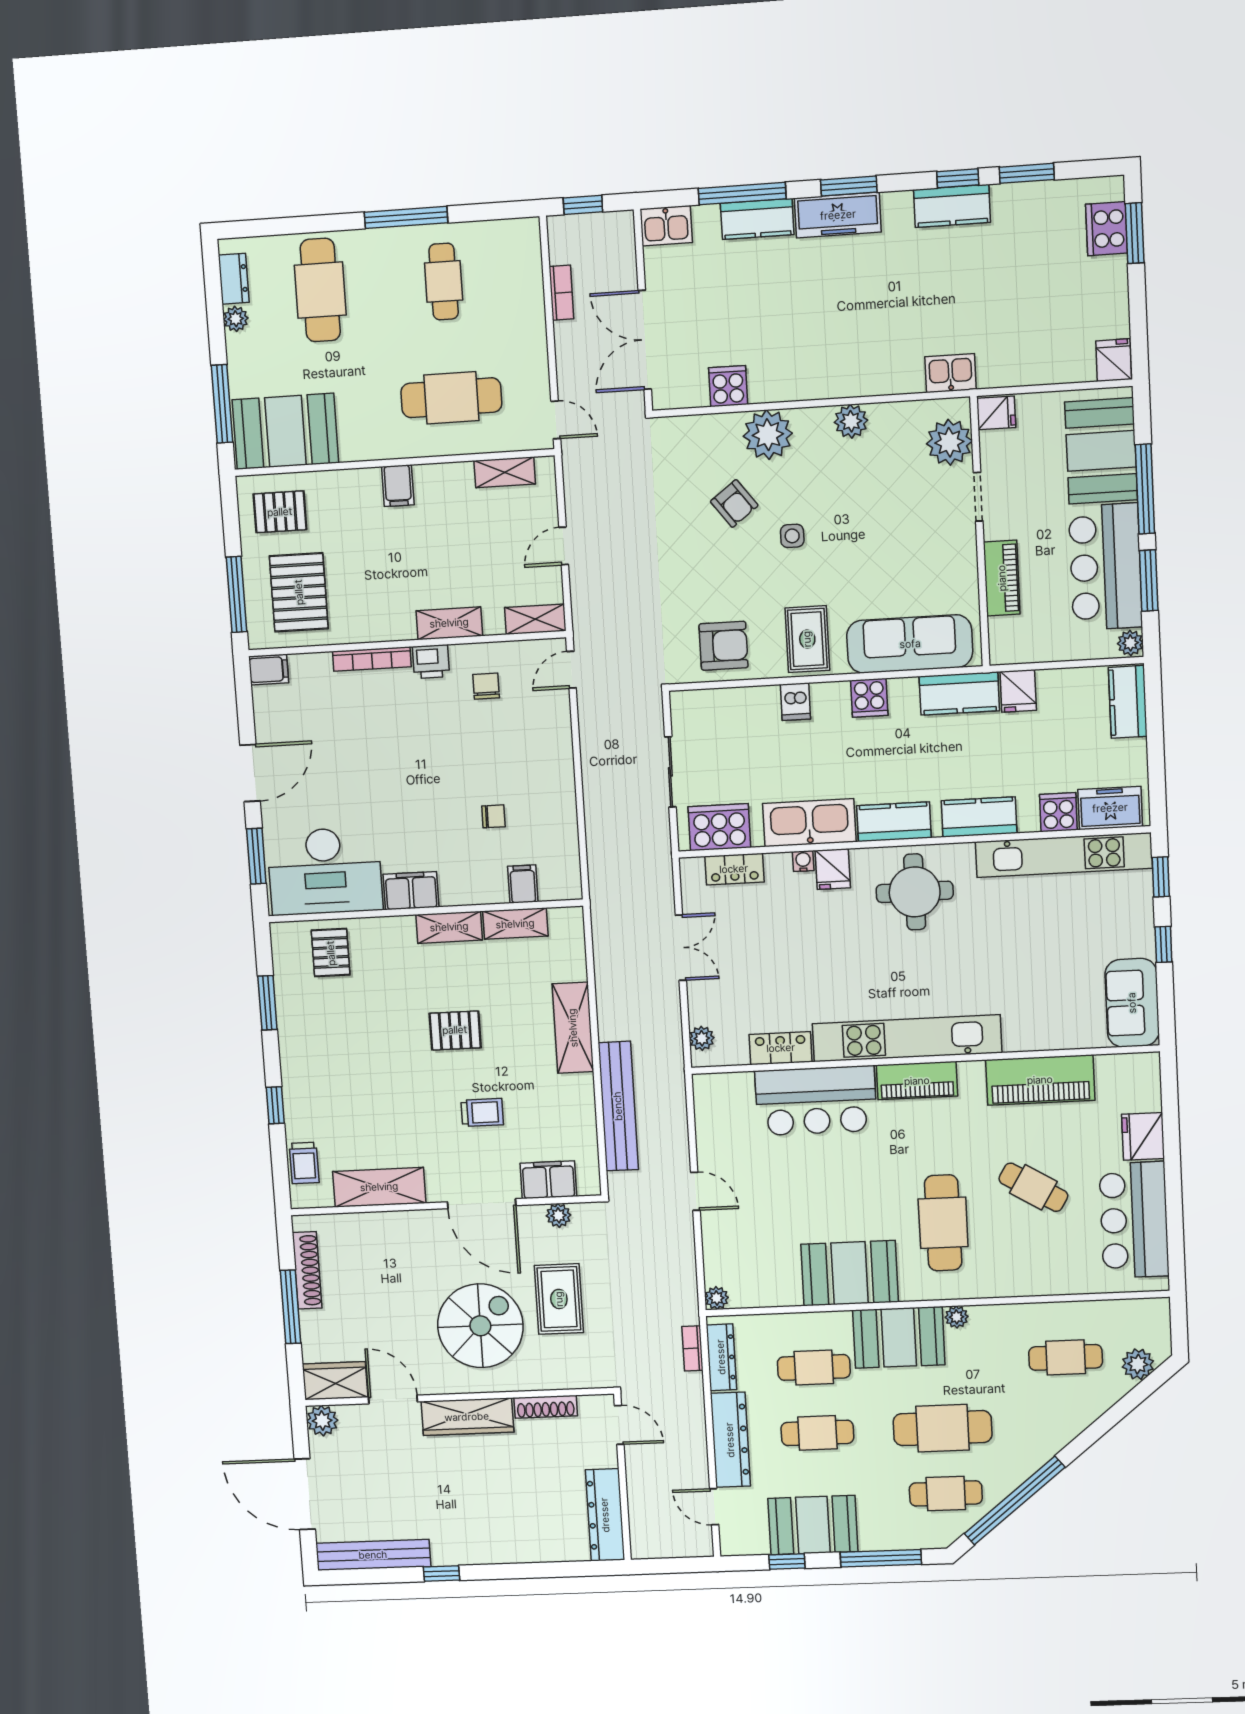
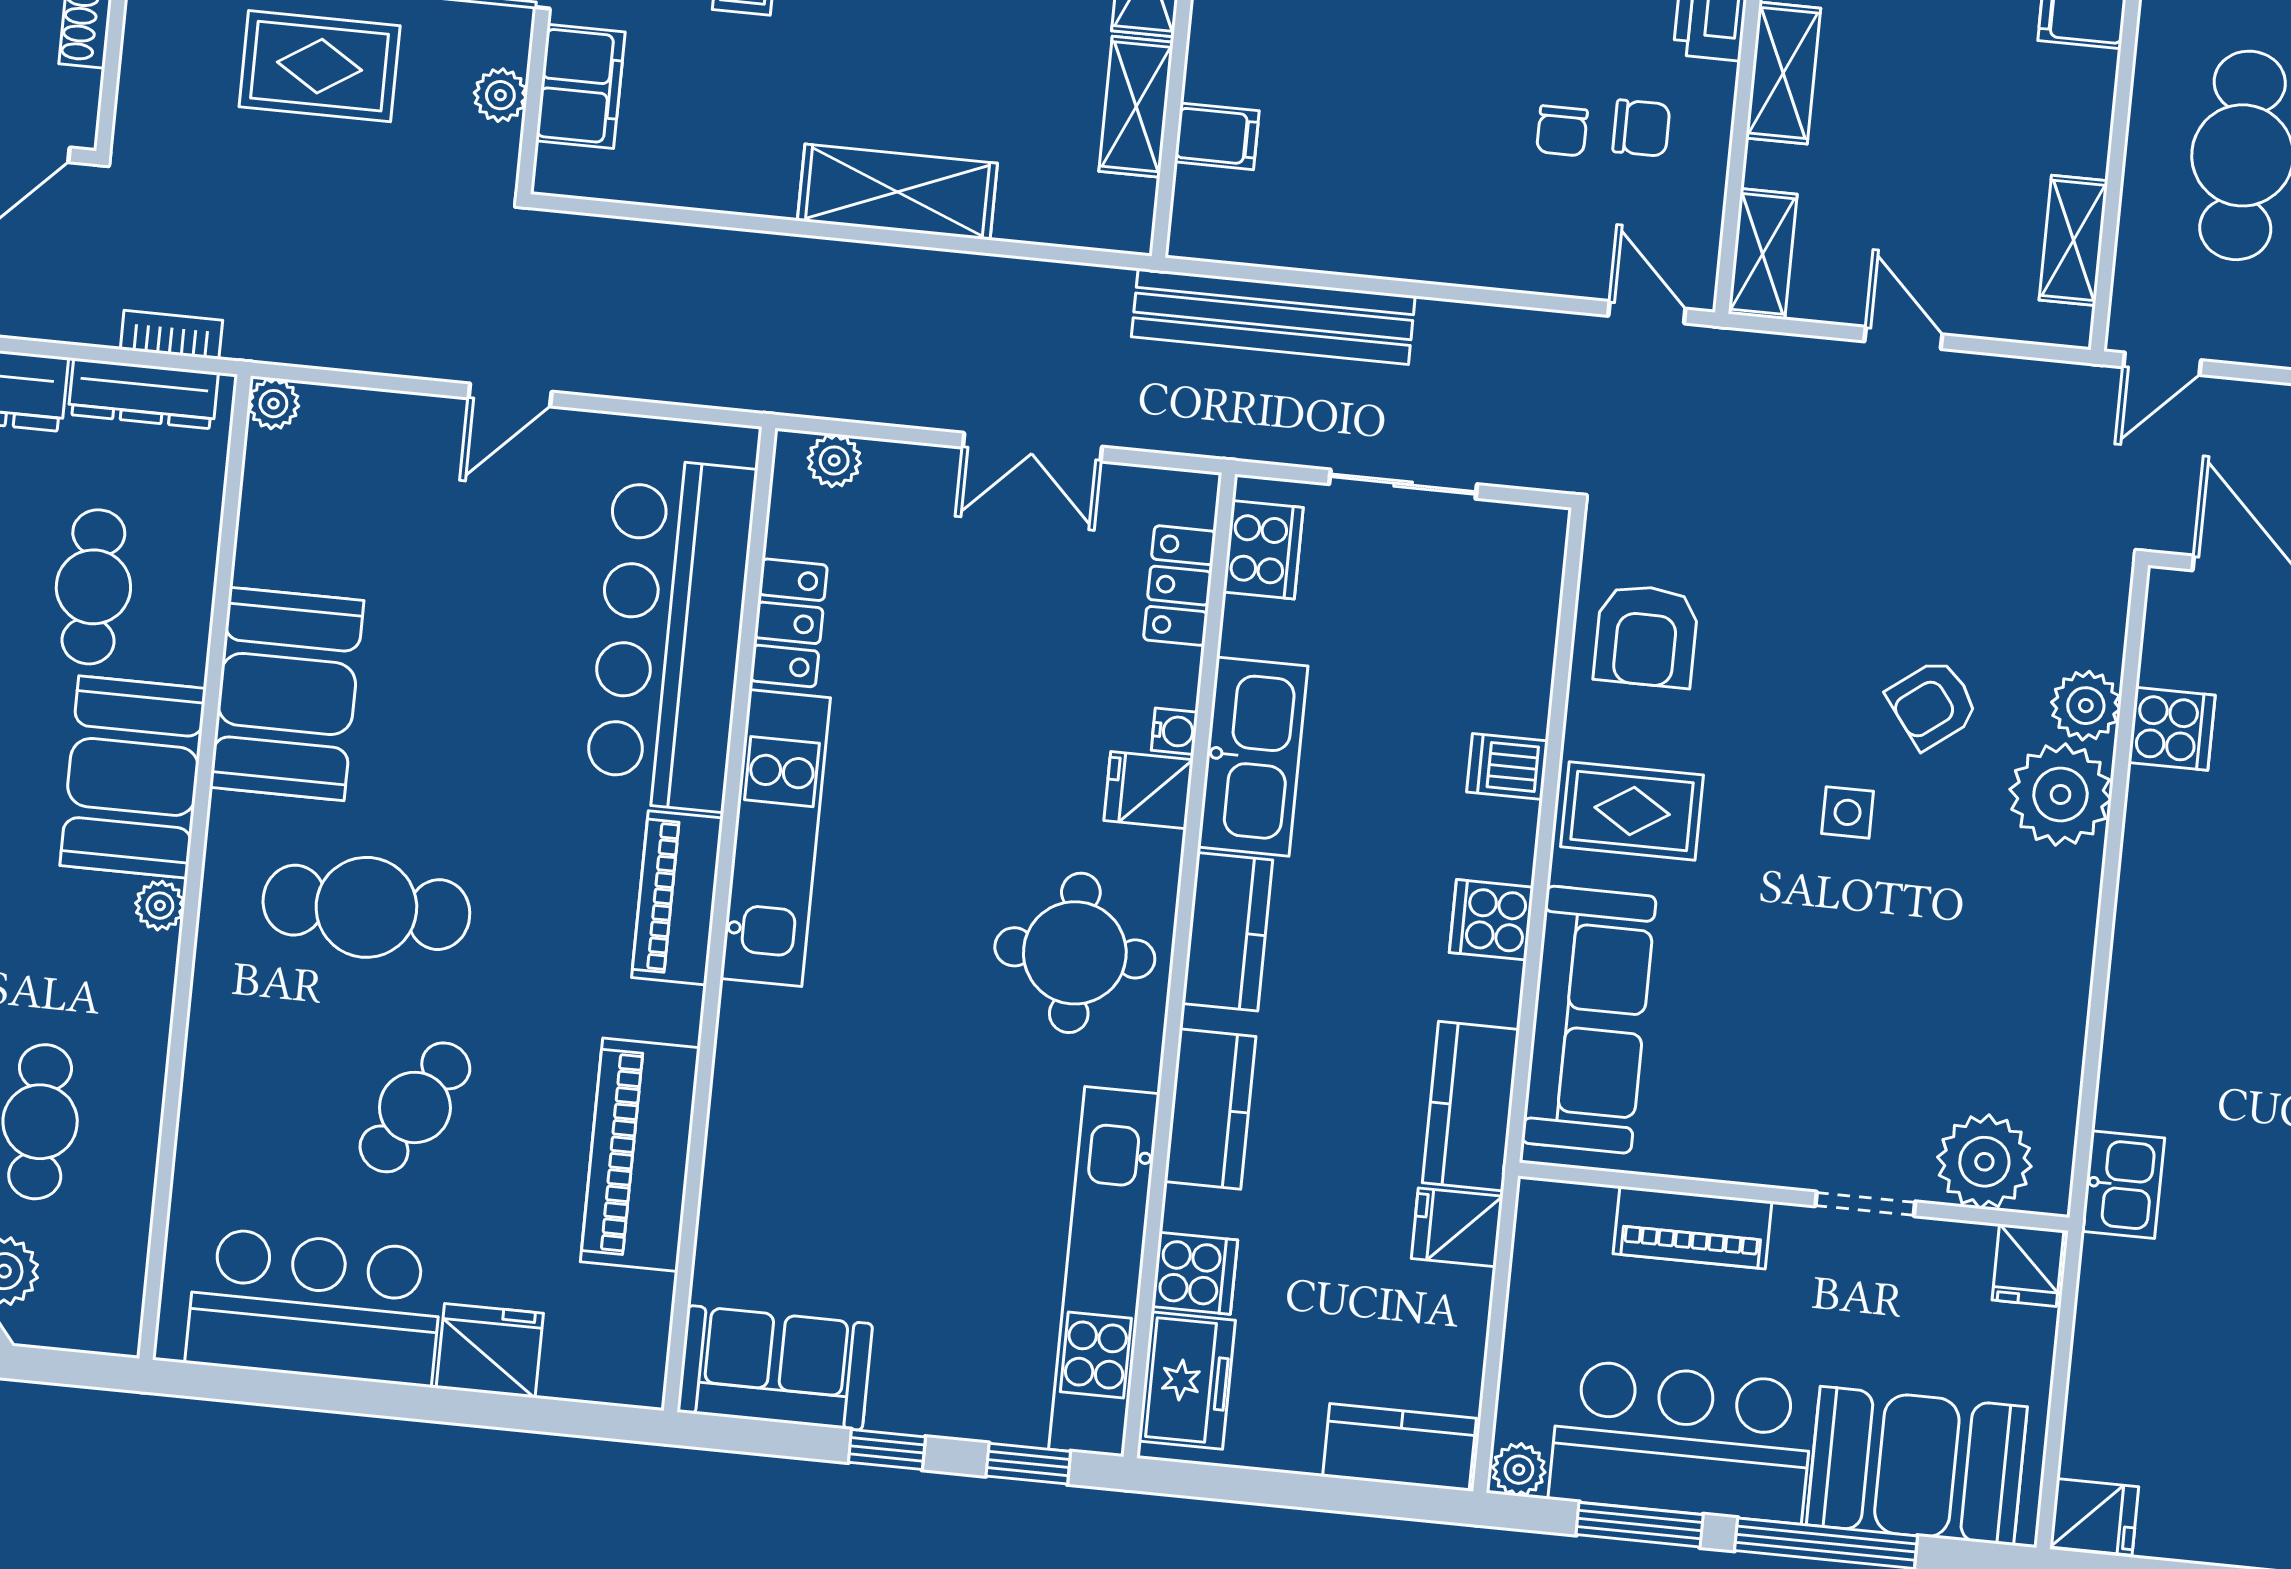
plant: (851, 421) -> (2086, 706), moved
chair: (493, 816) -> (1562, 131), moved
cooker: (719, 827) -> (1263, 550), width x0.73, depth x0.76
kitchen unit: (907, 1038) -> (775, 838), width x0.73
bar counter: (816, 1101) -> (671, 634), width x1.36
bench: (618, 1106) -> (1273, 316), moved

